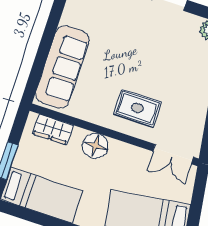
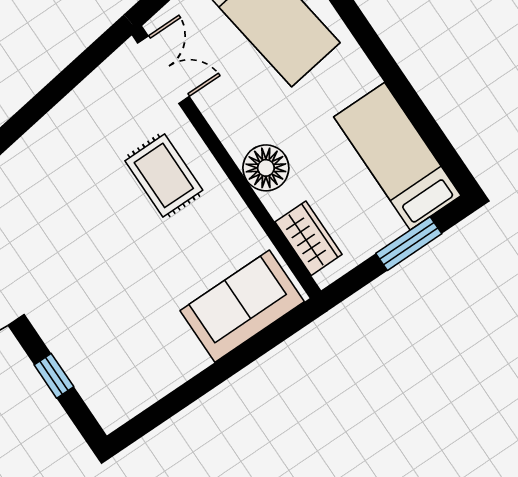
sofa: (62, 67) -> (242, 306), width x0.73

